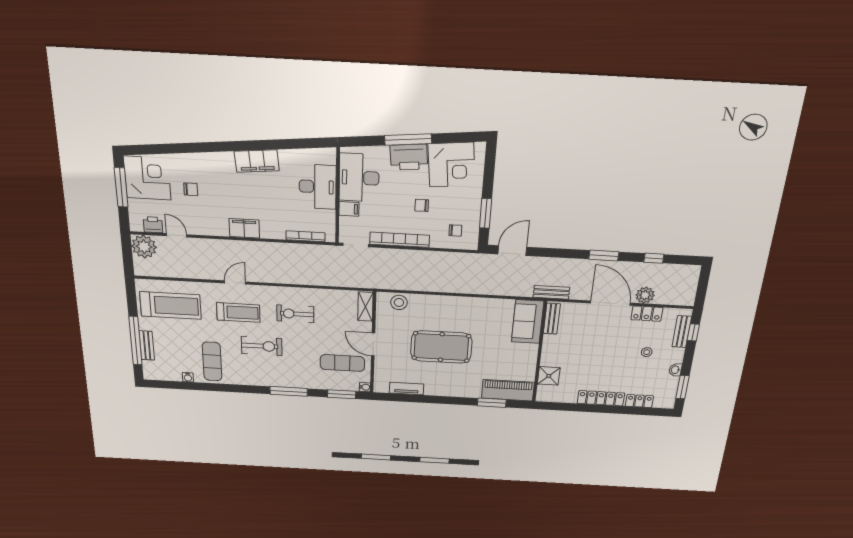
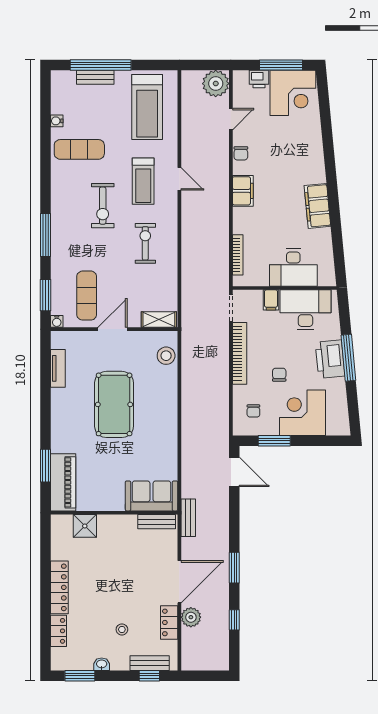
corner desk: (451, 165) -> (302, 413), moved, turned 95
chair: (191, 189) -> (241, 153), moved
printer: (153, 225) -> (259, 79), moved, turned 90

